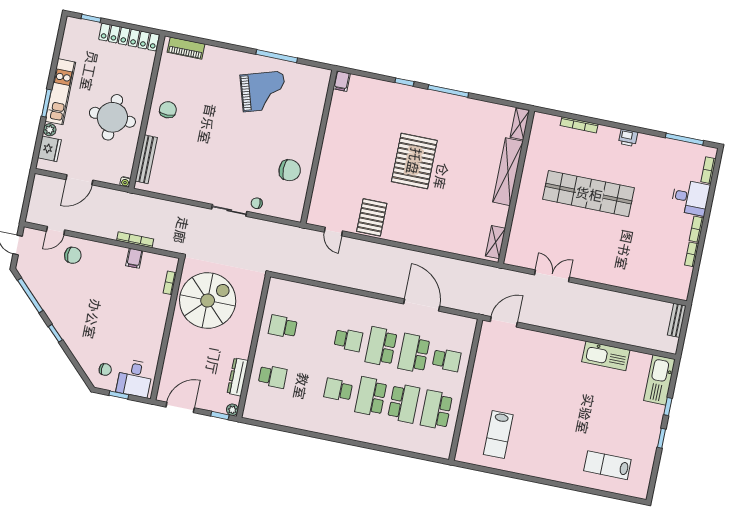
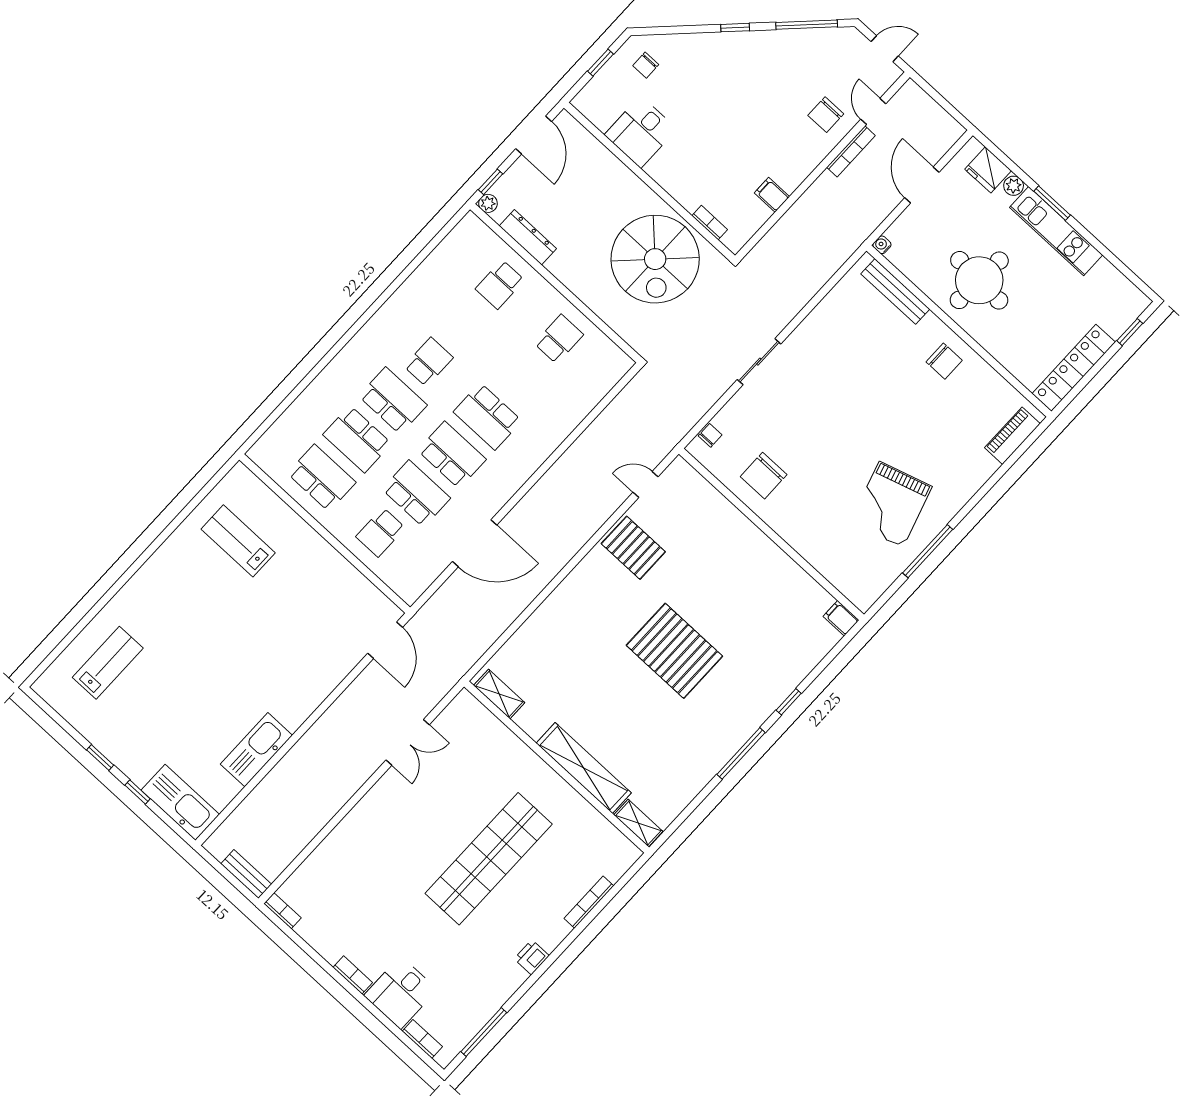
chair: (257, 203) -> (710, 435), moved
bookcase: (135, 240) -> (851, 151), moved
bookcase: (692, 254) -> (282, 911), moved
school desk: (348, 340) -> (488, 416), width x1.85
desk: (135, 378) -> (641, 132), moved, turned -90

